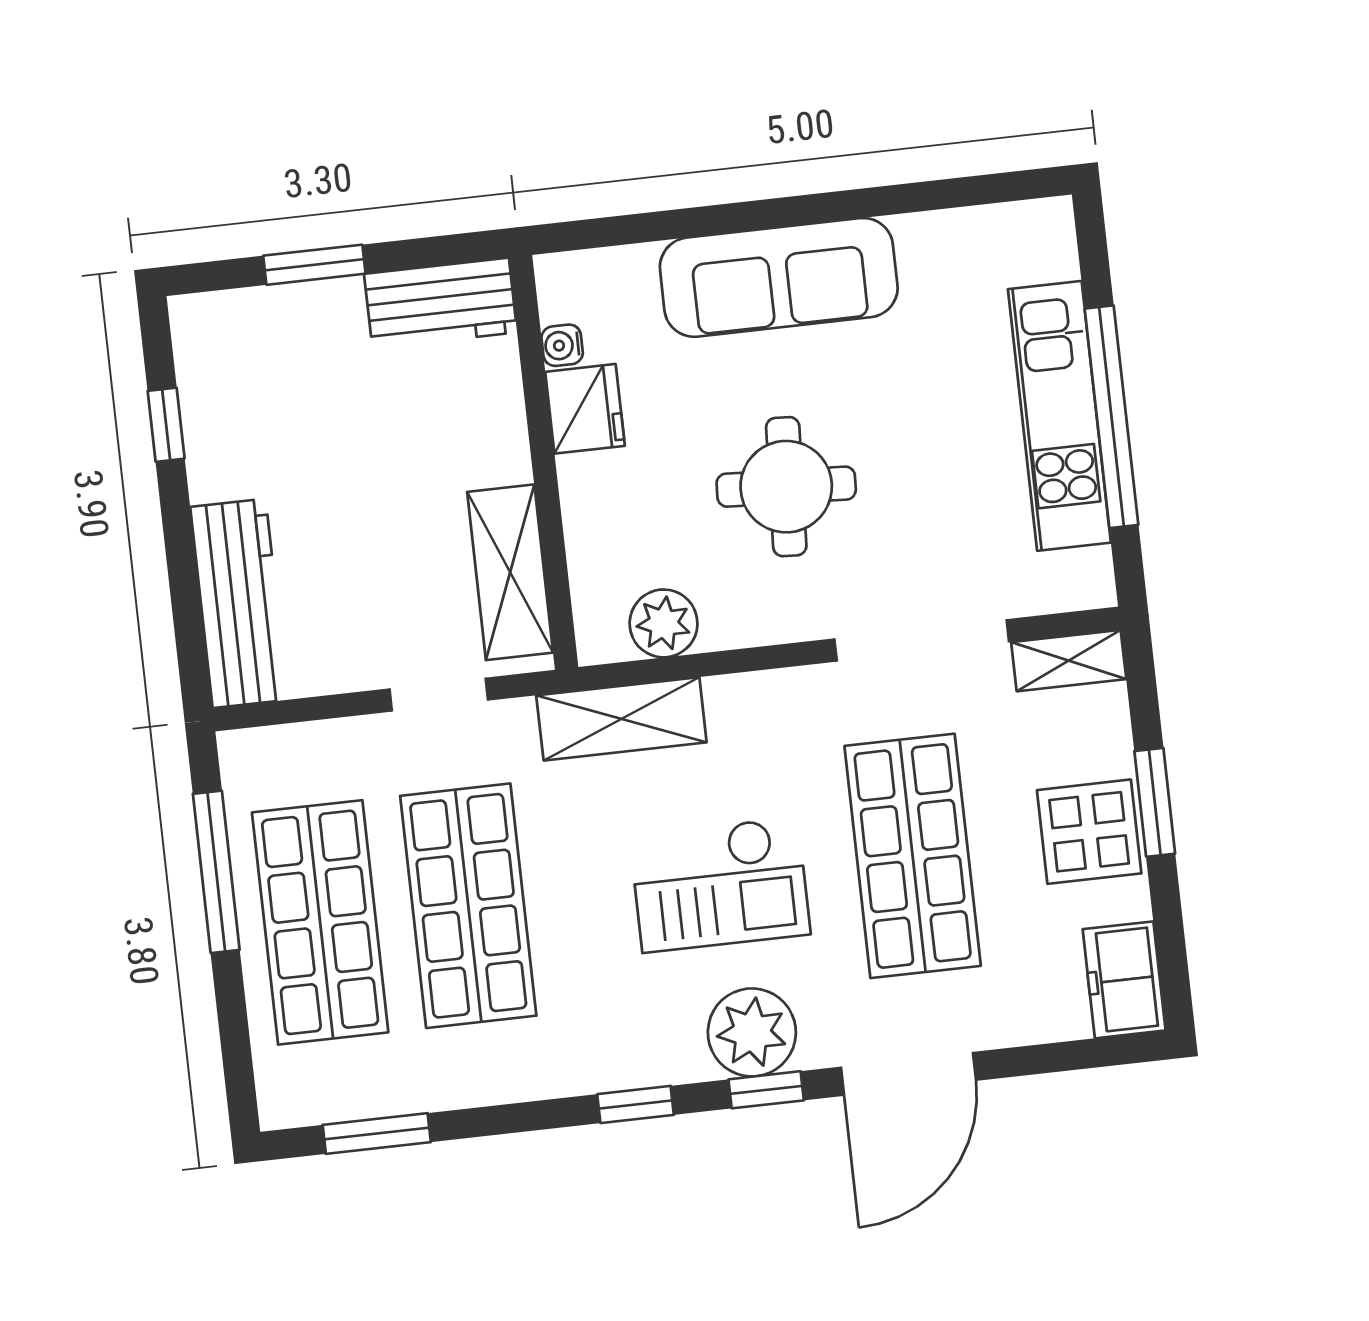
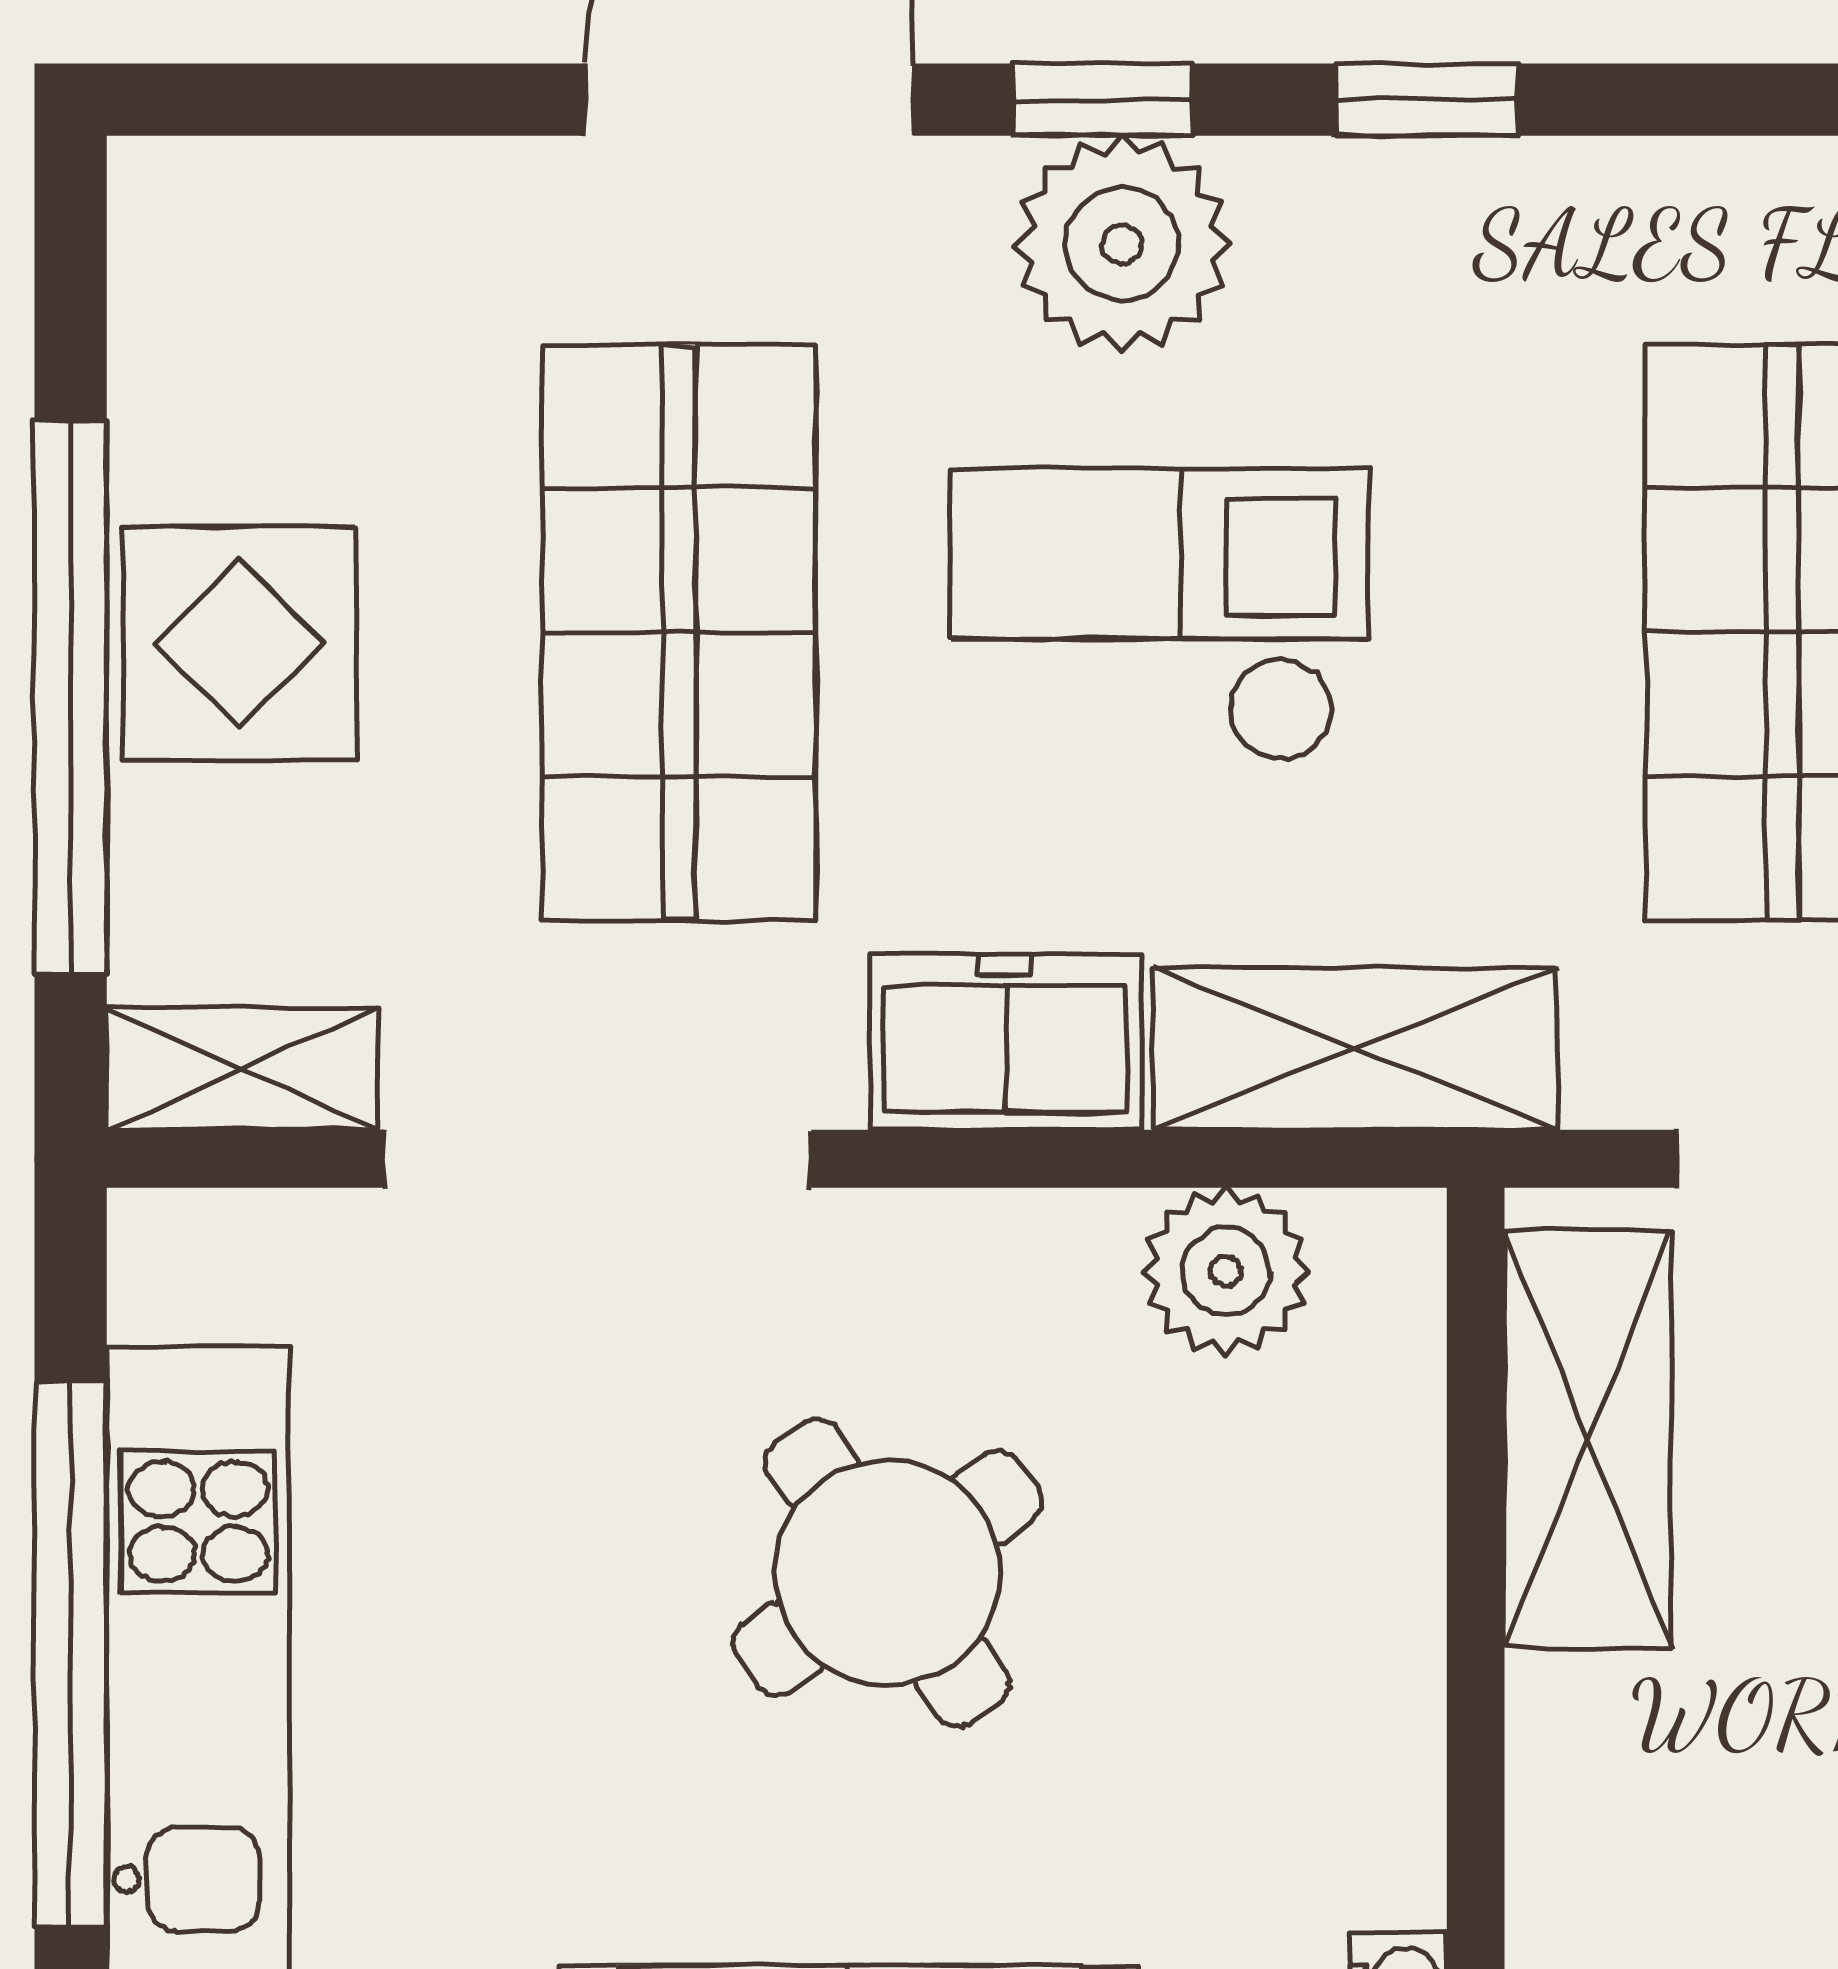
fridge: (585, 409) -> (1359, 1819), removed
round table: (786, 487) -> (887, 1573), turned -38
window: (1155, 802) -> (71, 698), width x2.11
freezer: (1124, 980) -> (1006, 1042), moved, turned -90

